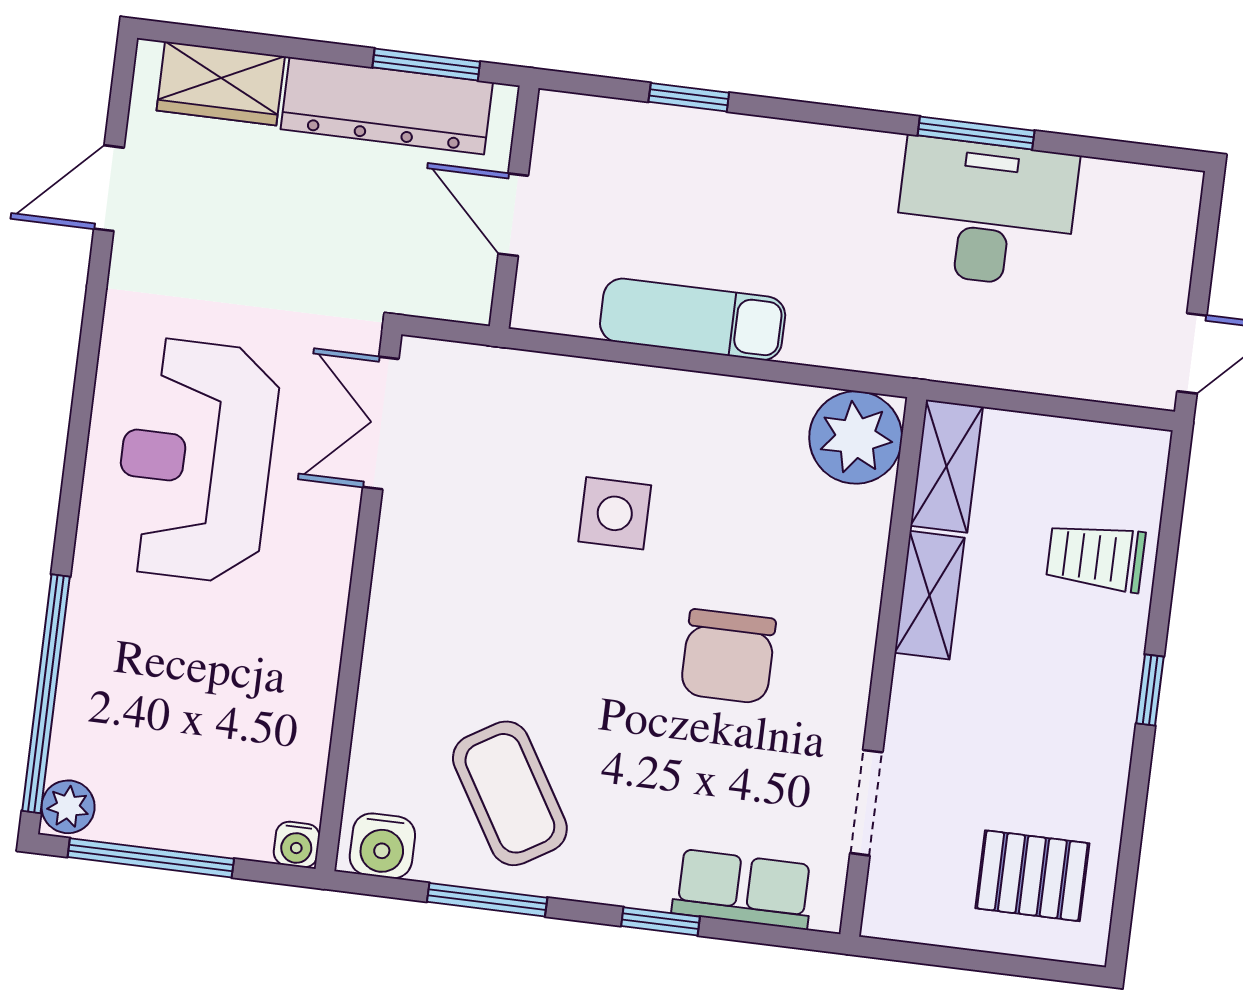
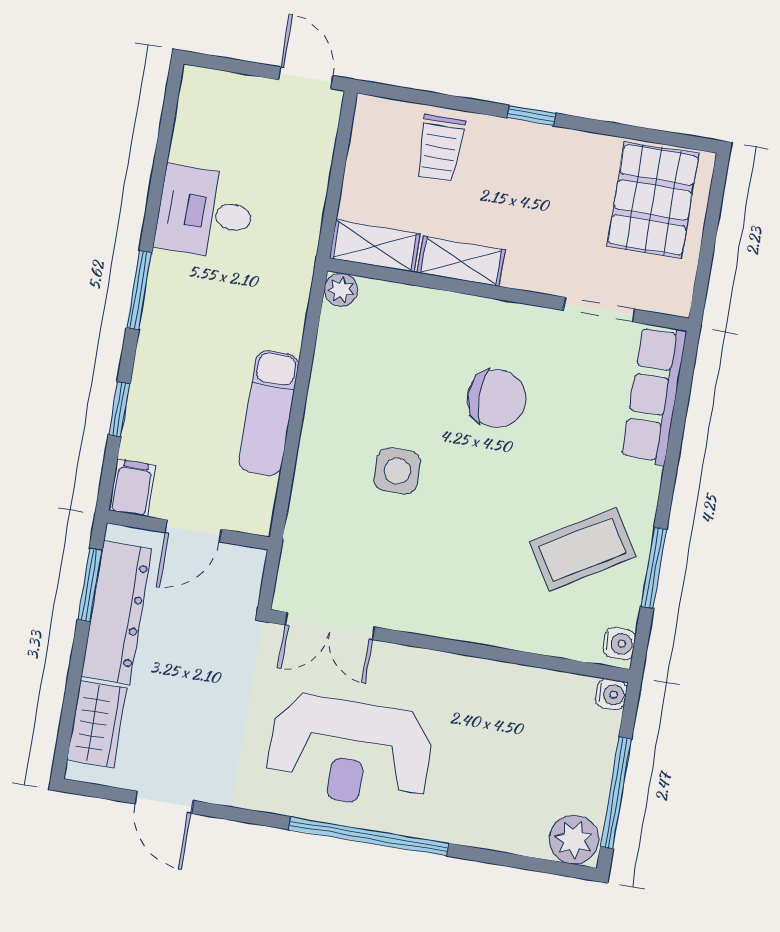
filing cabinet: (573, 122) -> (132, 488), added
window: (976, 133) -> (139, 290), moved
desk: (986, 213) -> (205, 213), width x0.73
plant: (856, 437) -> (341, 290), width x0.53, depth x0.53
window: (46, 694) -> (369, 836), moved
plant: (68, 807) -> (574, 840), width x1.38, depth x1.38
water cooler: (382, 846) -> (619, 643), width x0.72, depth x0.72
pallet: (1032, 876) -> (653, 200), width x1.50, depth x1.42
row of seats: (743, 889) -> (654, 395), width x1.48
window: (660, 921) -> (673, 452), removed

